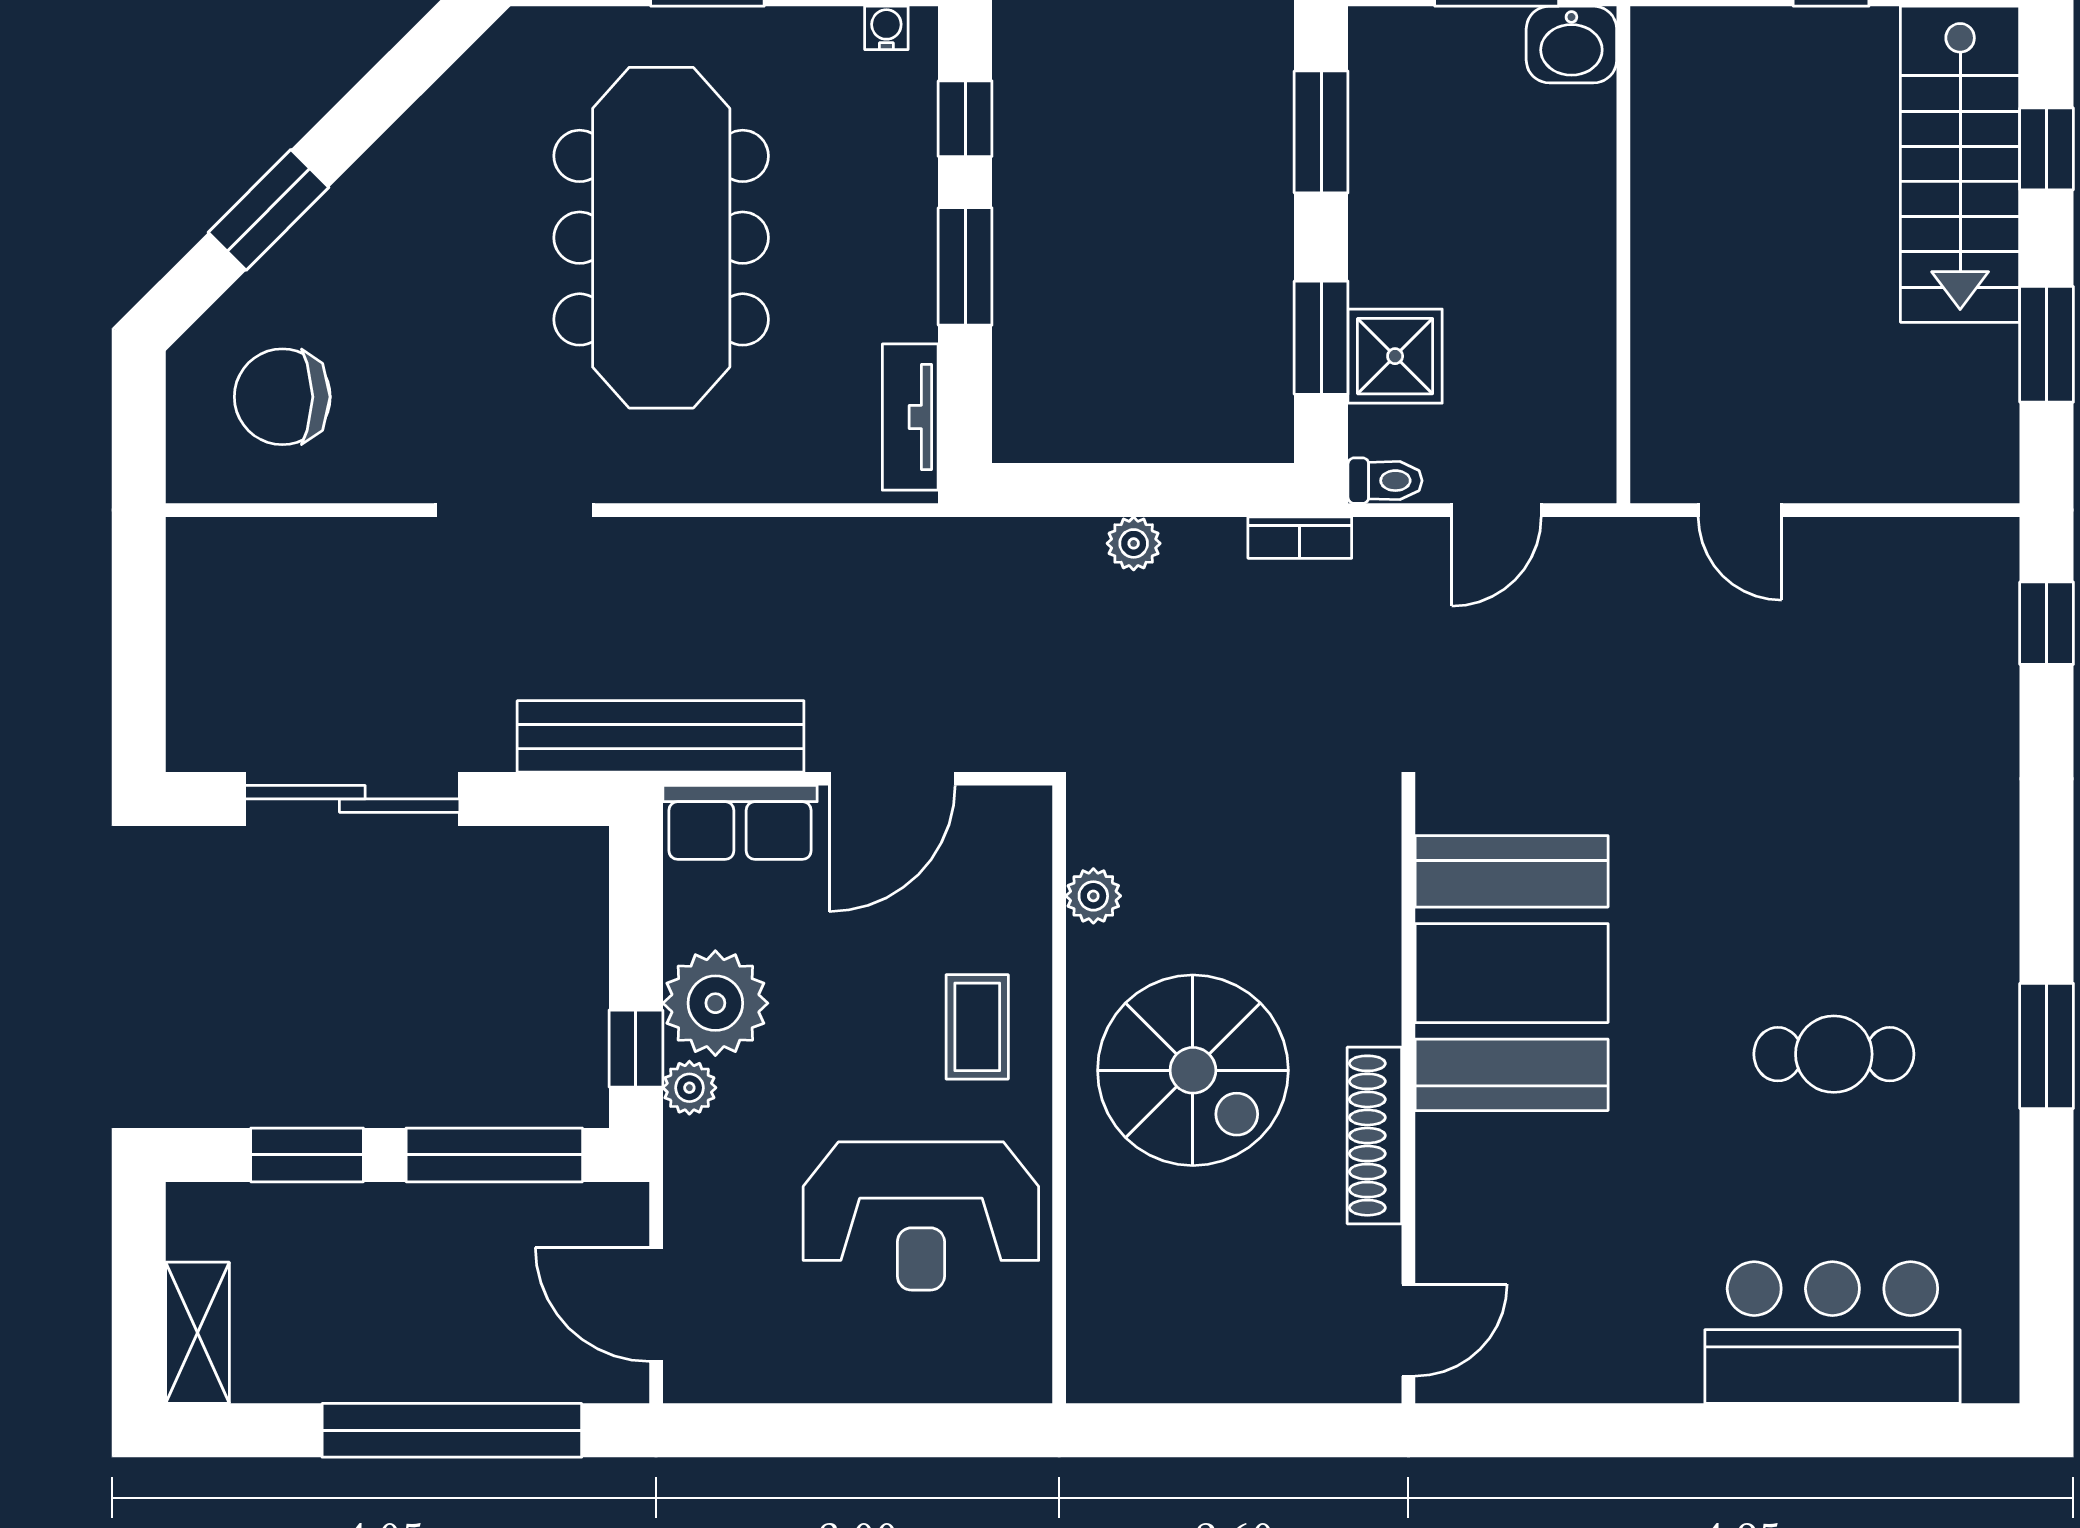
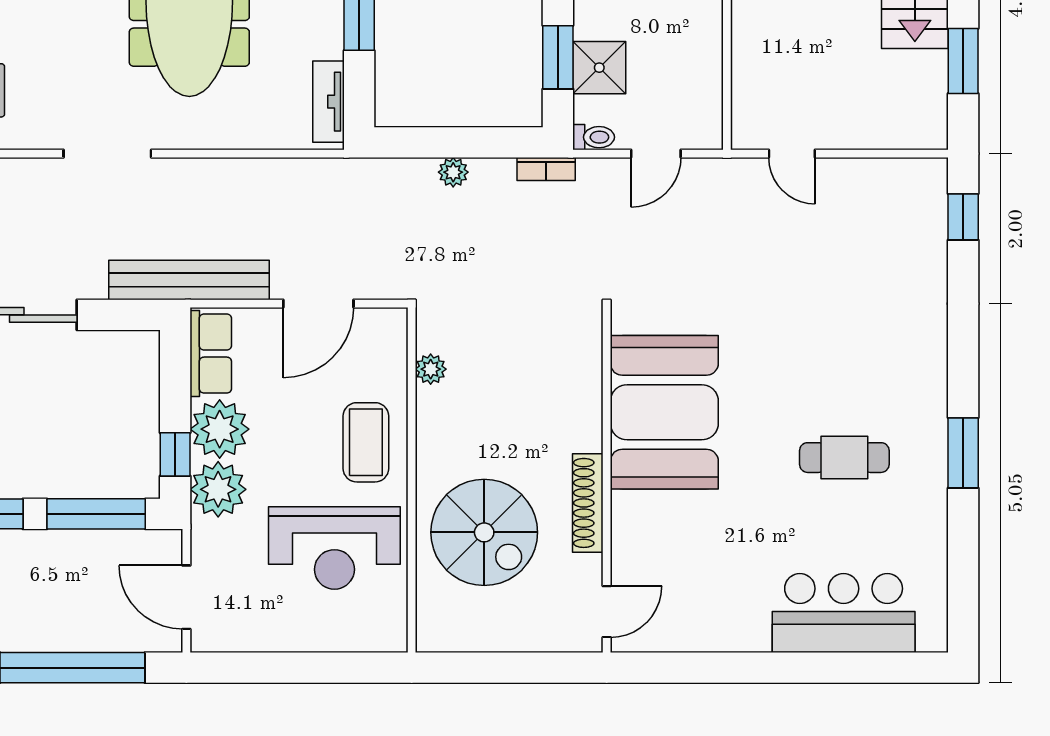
row of seats: (740, 822) -> (211, 354), moved, turned -90
coffee table: (977, 1027) -> (366, 442), width x1.36, depth x1.30
spiral stairs: (1193, 1070) -> (484, 532), moved
plant: (689, 1088) -> (218, 489), width x1.88, depth x1.88

